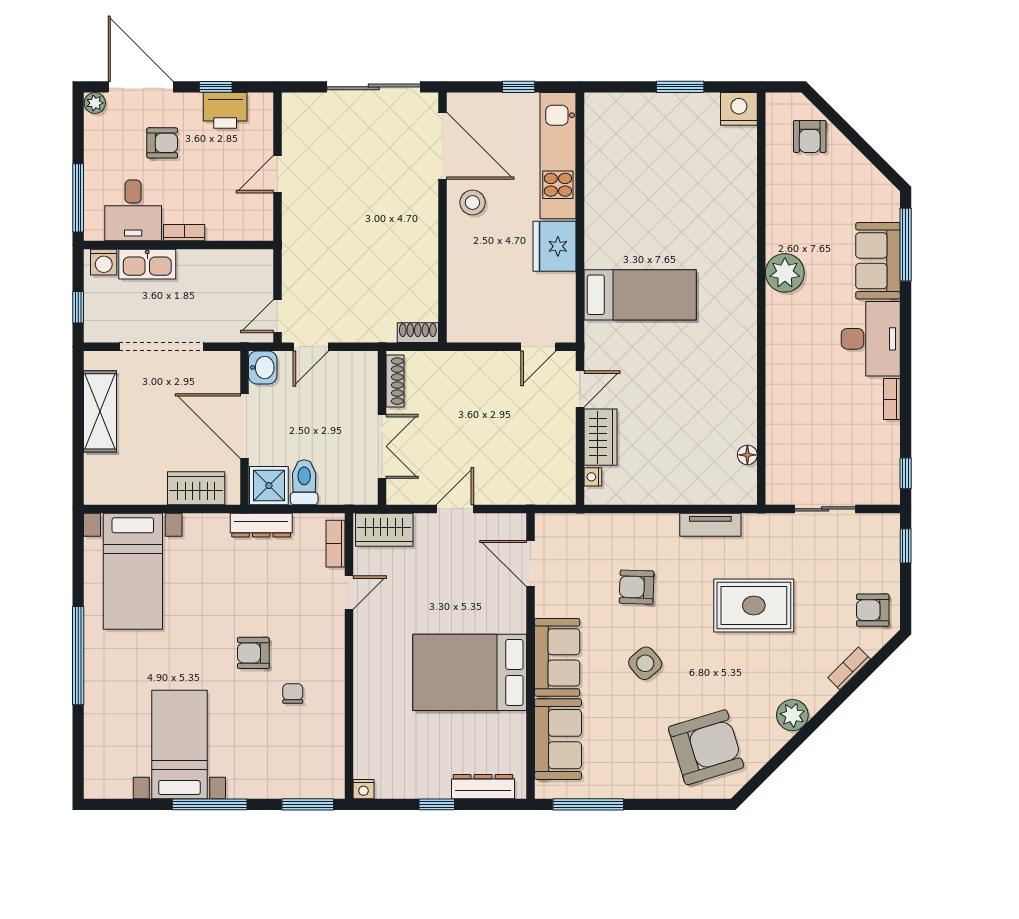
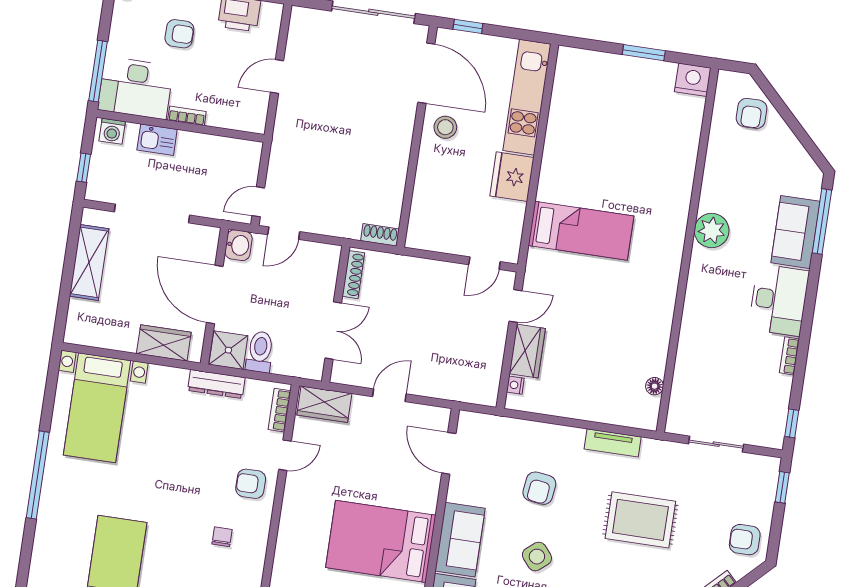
window: (519, 87) -> (468, 26), moved
desk: (133, 210) -> (136, 88), width x1.37
kitchen sink: (147, 264) -> (157, 140), width x0.73
armchair: (637, 587) -> (539, 488), turned -85
armchair: (253, 653) -> (251, 484), moved

